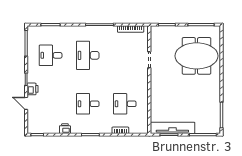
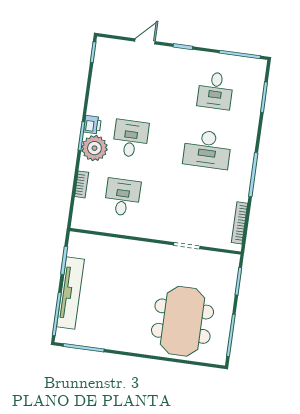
desk: (51, 55) -> (215, 91), turned 180
desk: (88, 55) -> (207, 149), turned 180
printer: (33, 89) -> (166, 55), removed
plant: (97, 125) -> (94, 148), added
tv unit: (172, 128) -> (70, 293), moved
printer: (65, 129) -> (93, 125), moved

